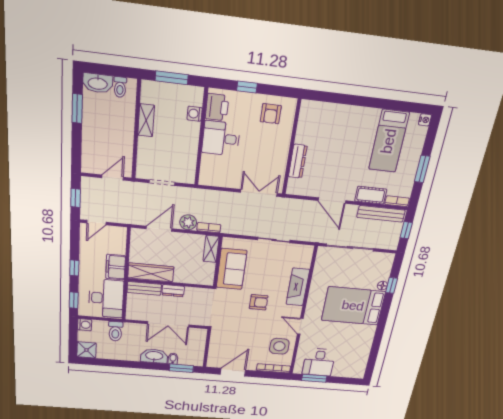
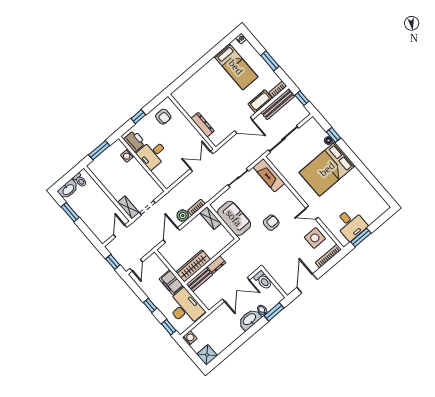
shelving: (146, 120) -> (128, 207), moved
fireplace: (298, 287) -> (269, 175), moved
toilet: (115, 331) -> (263, 280), moved

